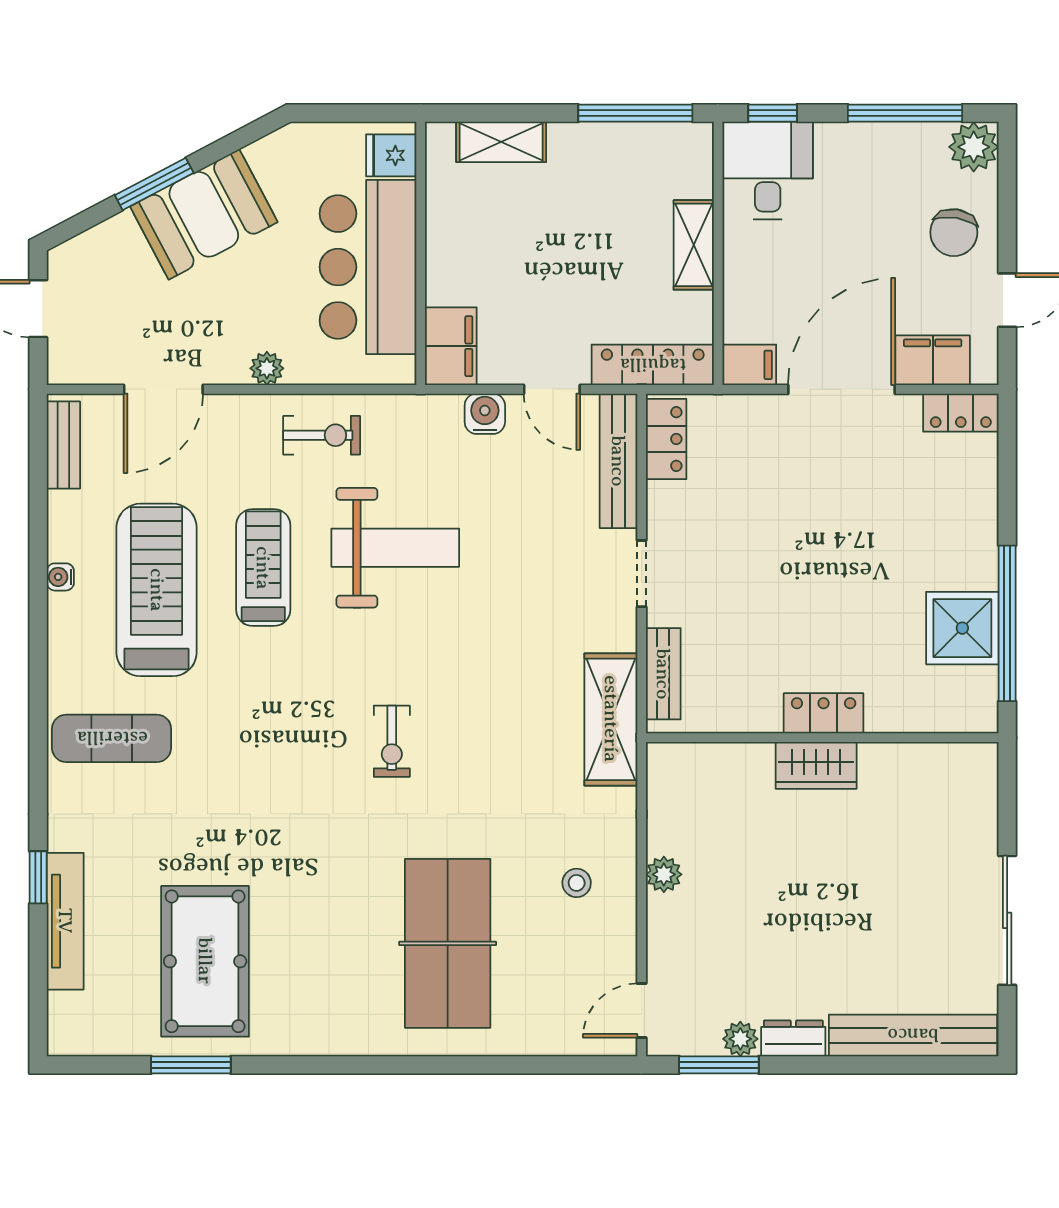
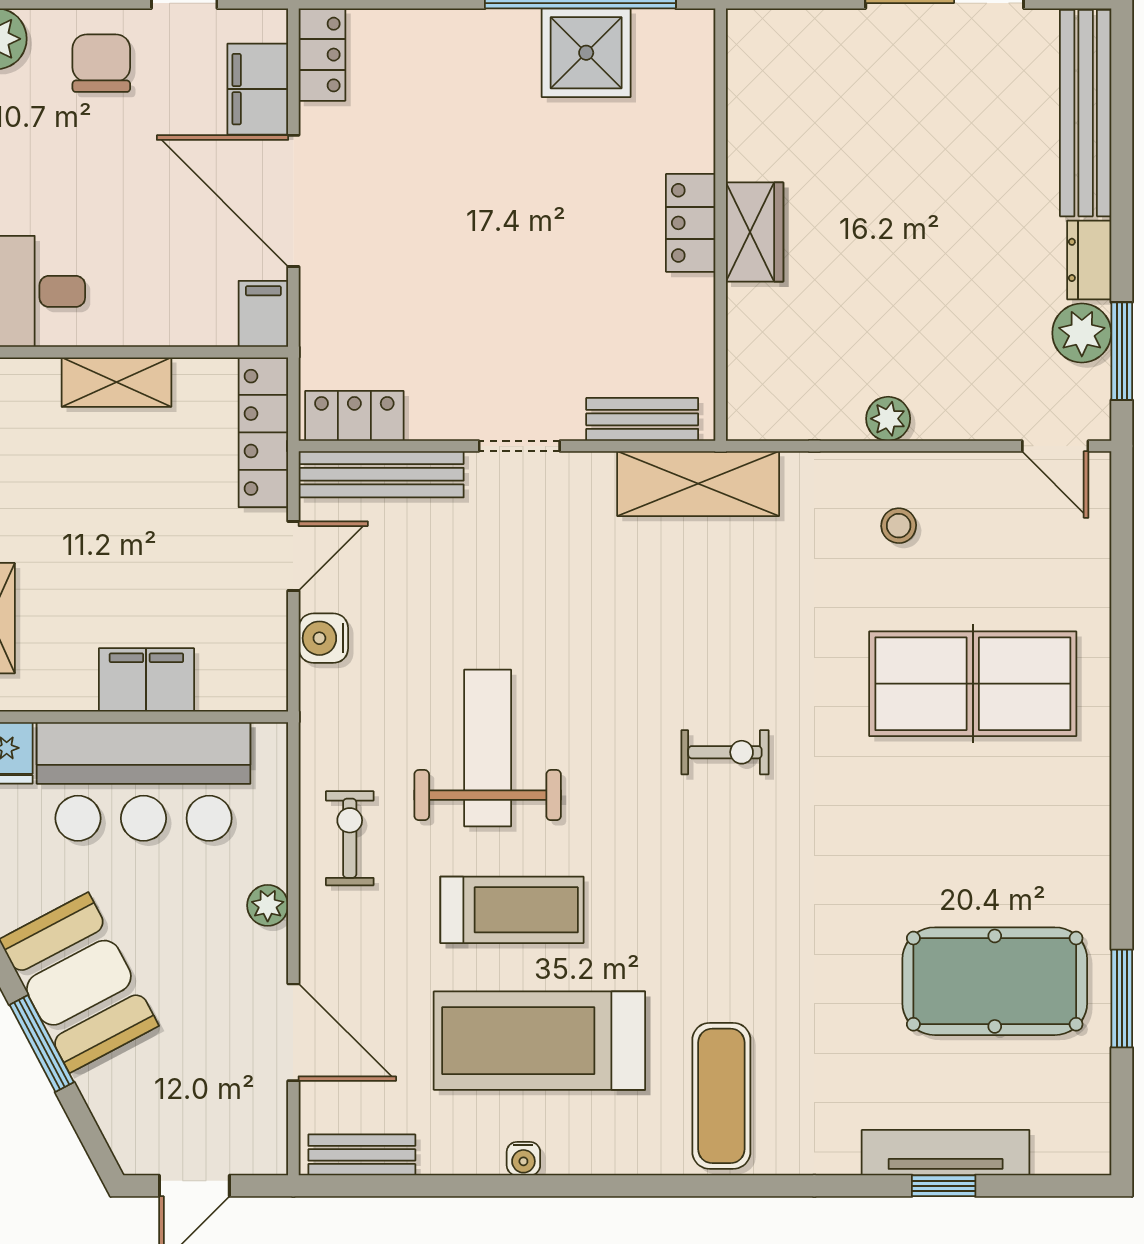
chair: (954, 233) -> (101, 63), turned -99
filing cabinet: (451, 346) -> (146, 680), moved
treadmill: (263, 568) -> (512, 910), turned 180
window: (38, 877) -> (944, 1186), moved
plant: (740, 1039) -> (1082, 333), width x1.38, depth x1.38

